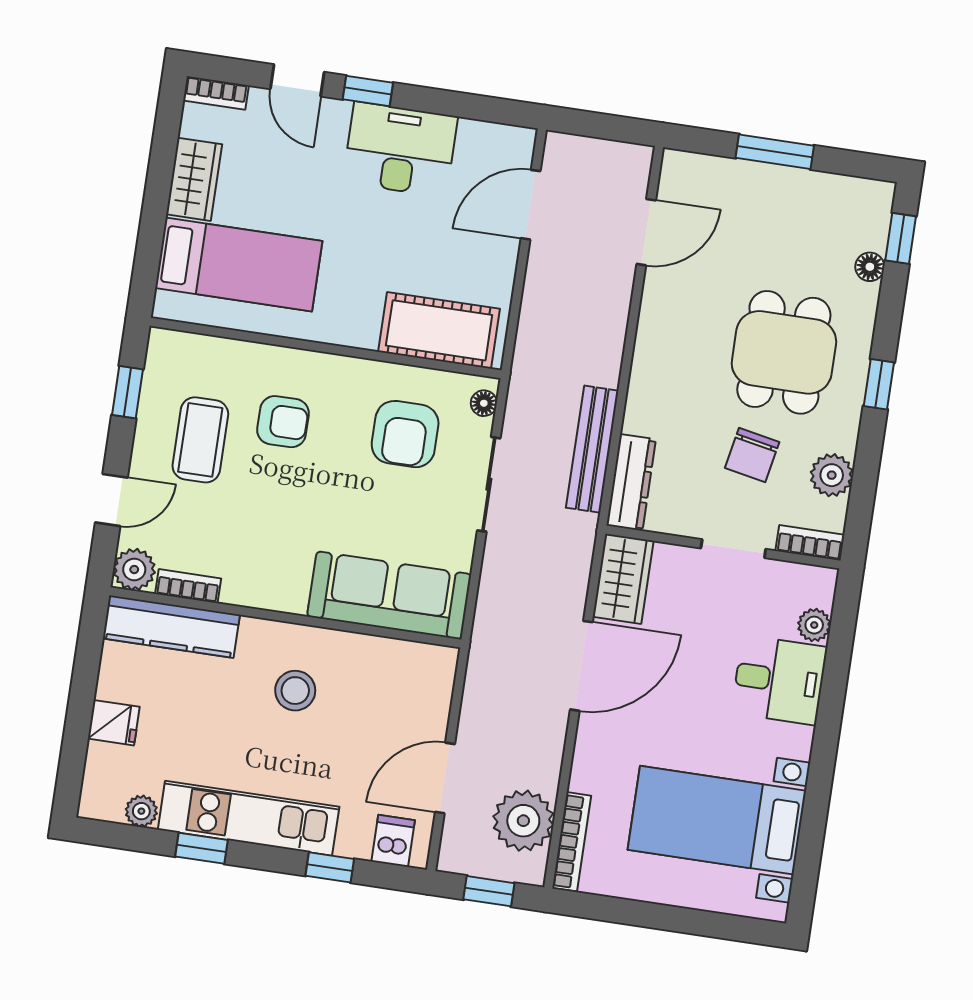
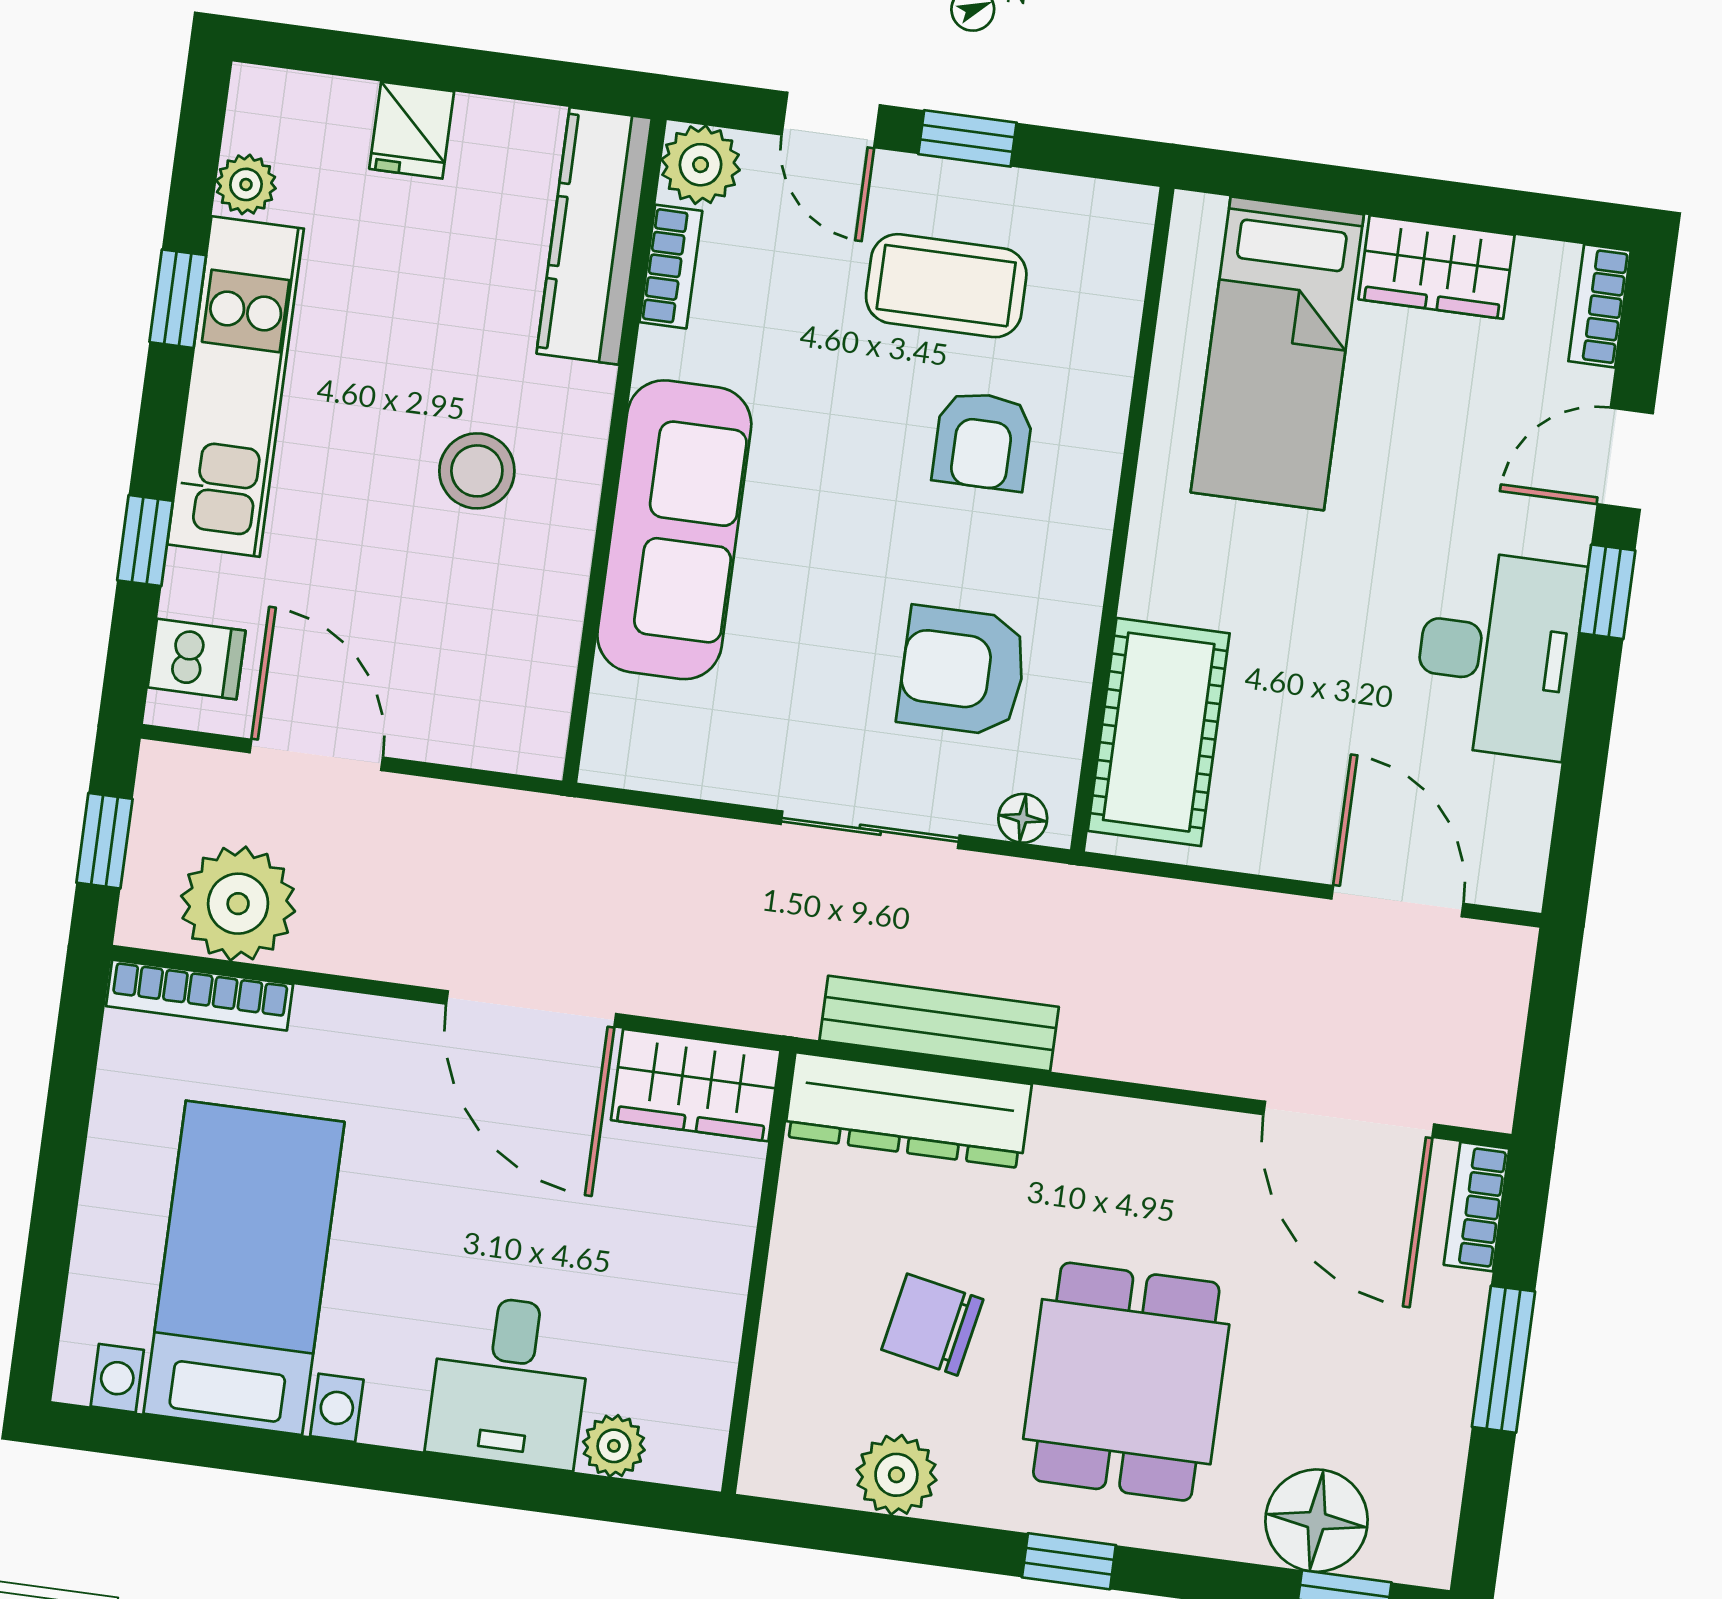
door: (646, 232) -> (1349, 1119), width x1.36
floor lamp: (870, 267) -> (1317, 1521), width x1.89, depth x1.89
dining table: (784, 352) -> (1126, 1382), turned 90
window: (128, 392) -> (967, 138), moved
dresser: (631, 482) -> (908, 1110), width x1.37, depth x1.24
bookcase: (810, 543) -> (1477, 1207), moved, turned 180
doorway: (733, 549) -> (756, 1292), removed
sofa: (389, 595) -> (674, 530), moved

